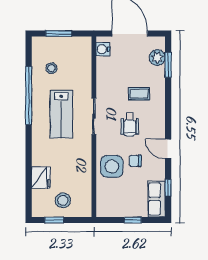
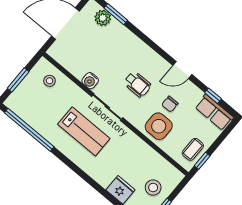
water cooler: (103, 49) -> (90, 81), moved
stool: (52, 68) -> (50, 81), moved
coffee table: (139, 94) -> (193, 149), moved
window: (29, 96) -> (29, 130), moved
window: (133, 220) -> (202, 161), moved

